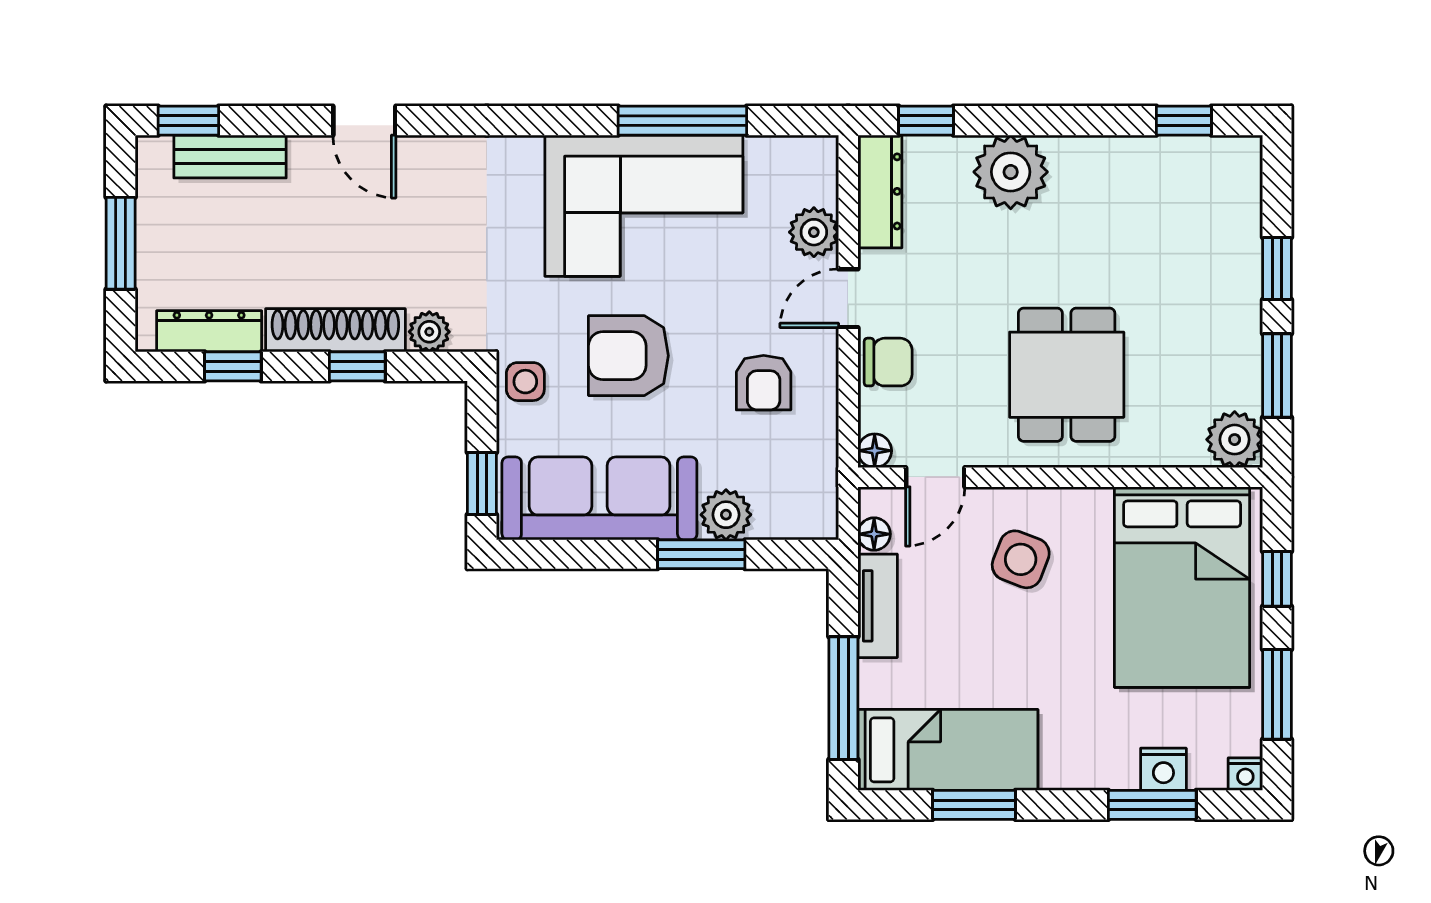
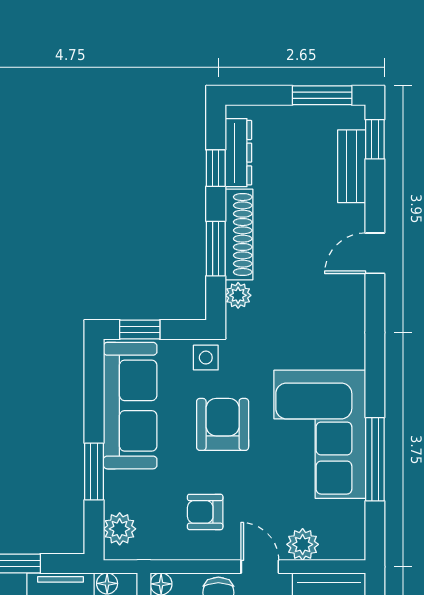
window: (121, 243) -> (322, 95), moved
window: (357, 366) -> (216, 249), width x1.50
plant: (726, 515) -> (120, 529), moved

